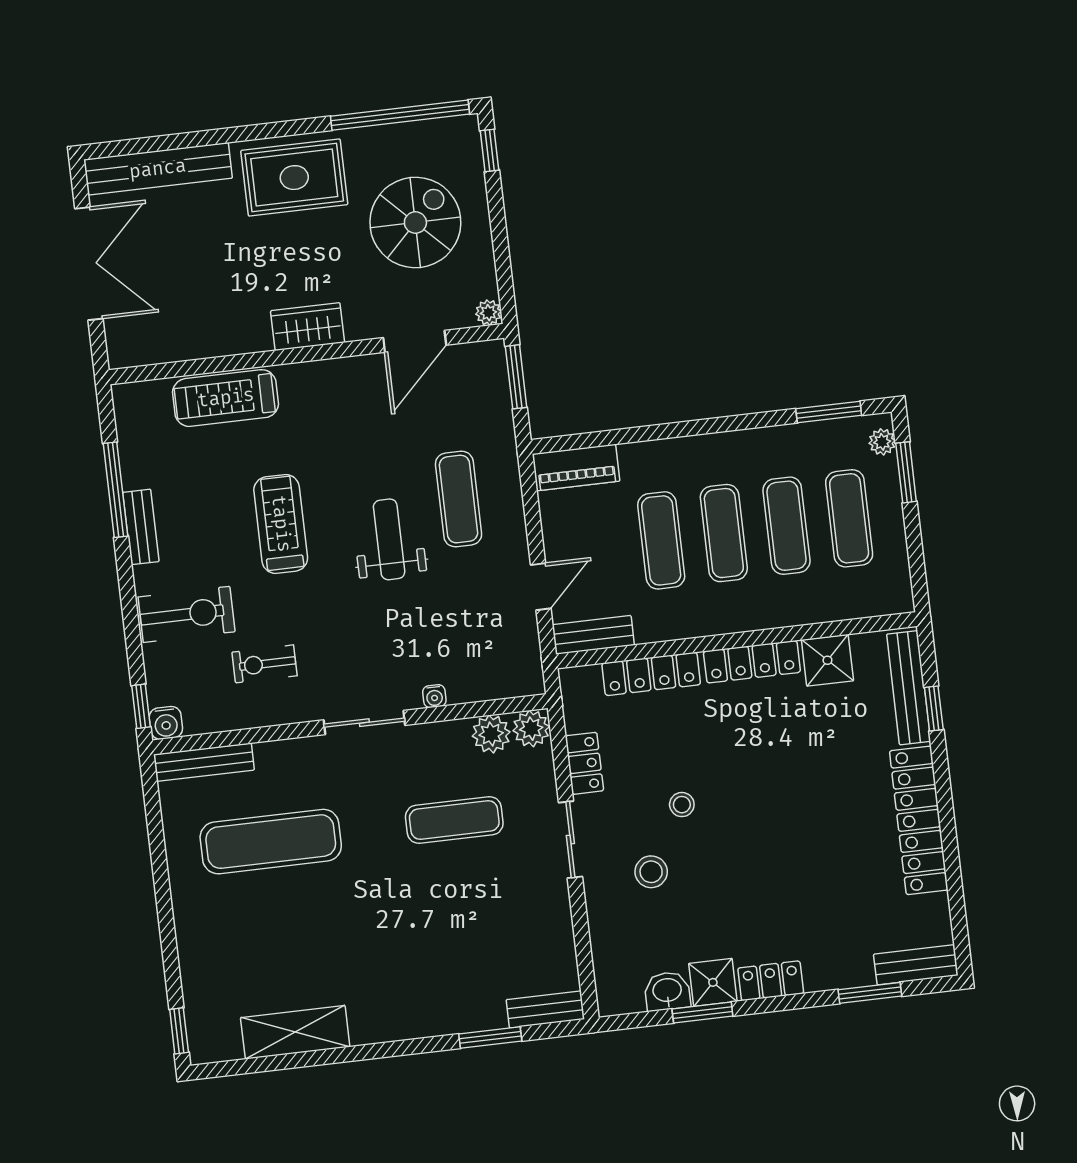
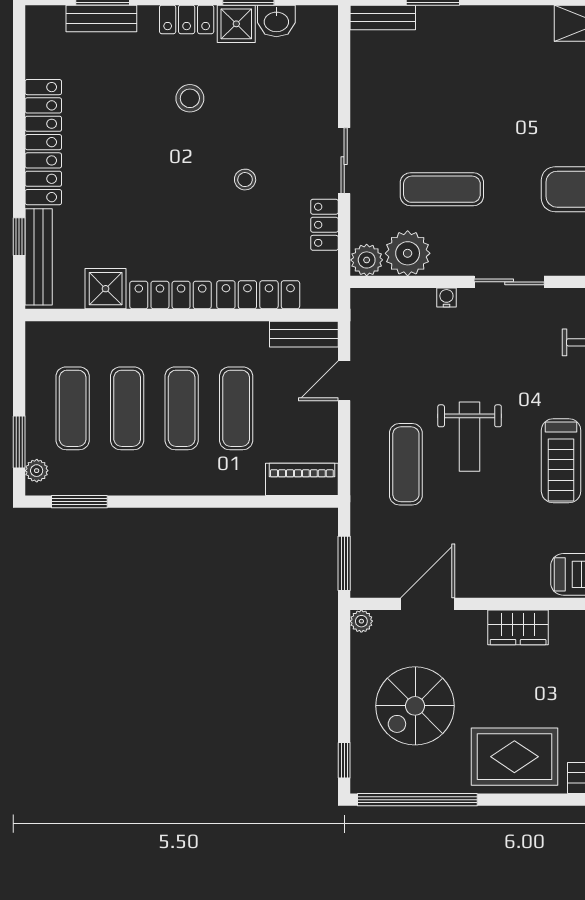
plant: (491, 734) -> (408, 253), width x1.36, depth x1.36
stool: (651, 872) -> (190, 98), moved
bench: (916, 965) -> (101, 18), moved

